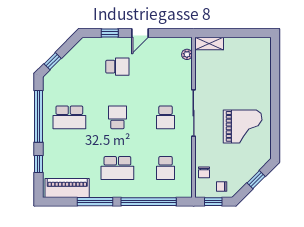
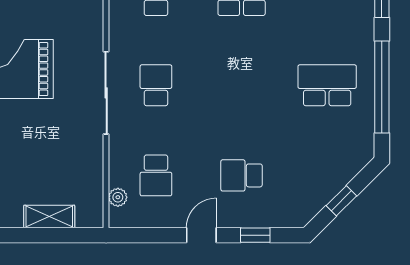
shelving: (209, 44) -> (49, 217), moved
window: (53, 61) -> (341, 201), moved
school desk: (117, 117) -> (156, 175), moved

